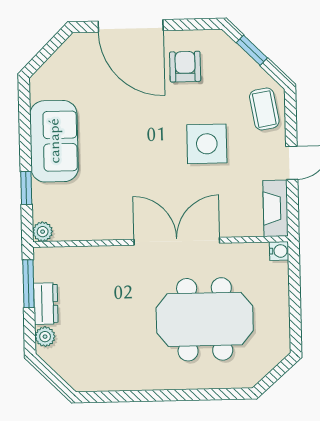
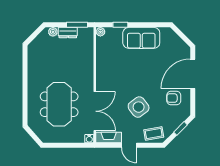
armchair: (185, 67) -> (174, 98), turned 180
side table: (207, 144) -> (139, 107), turned -38
double door: (177, 241) -> (95, 111), moved

